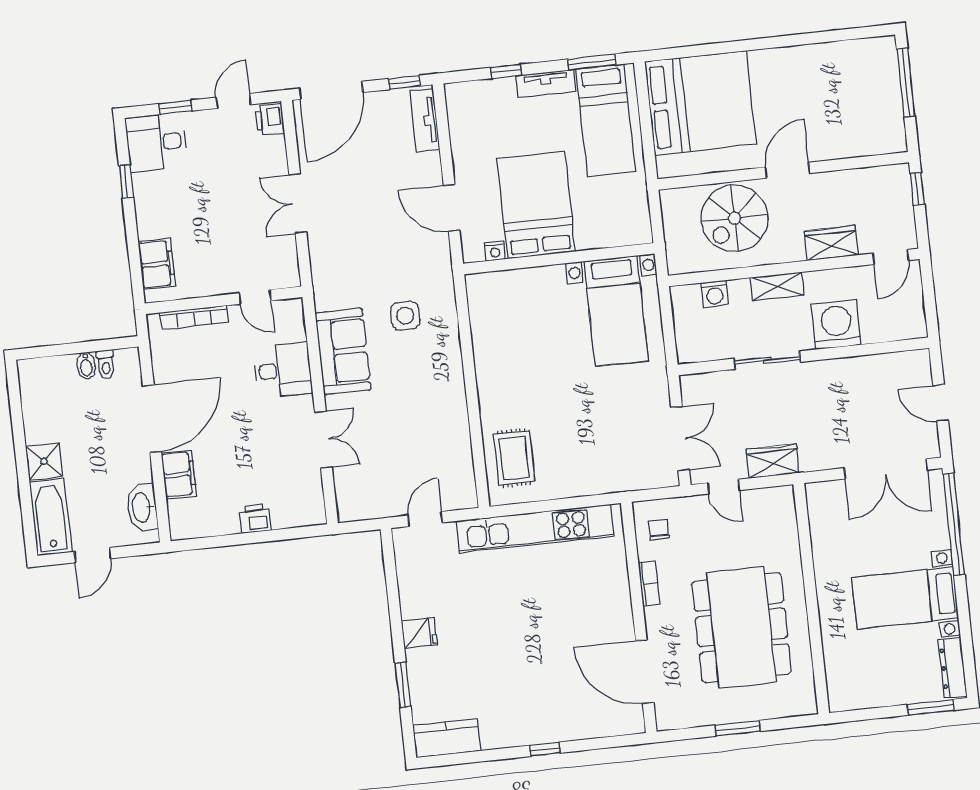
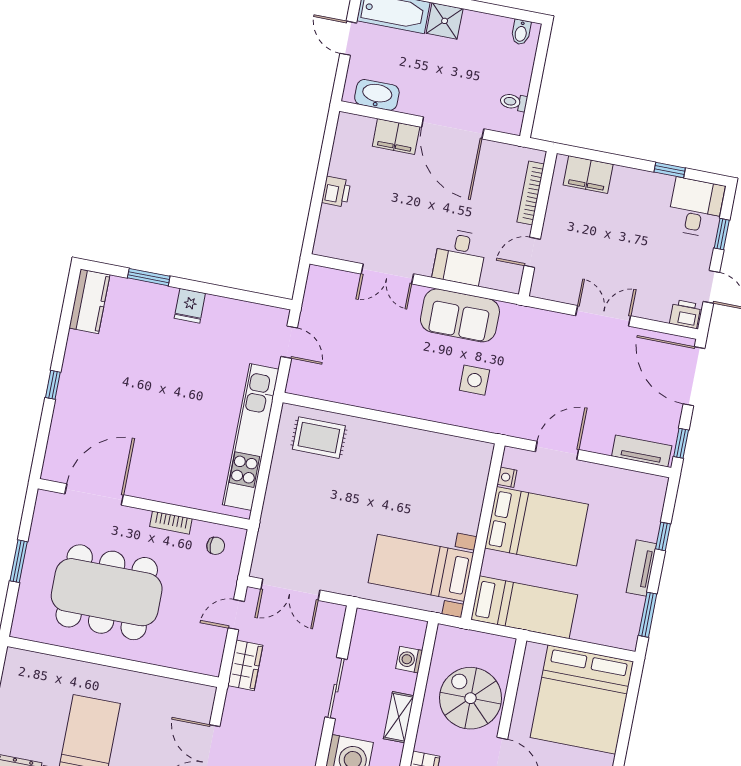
bed: (606, 120) -> (524, 607), moved, turned 180
bidet: (86, 366) -> (521, 32), moved, turned -90

